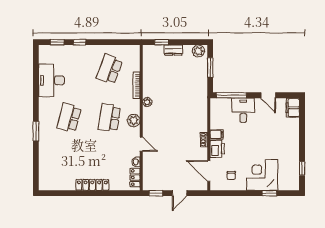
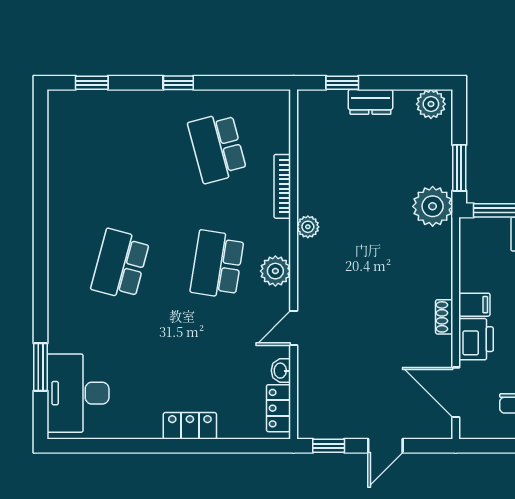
window: (80, 42) -> (178, 83), moved
window: (210, 67) -> (459, 168), moved
school desk: (109, 69) -> (217, 148), turned -36
desk: (52, 80) -> (78, 393), moved
plant: (199, 94) -> (433, 206), added
window: (36, 131) -> (40, 367), moved
door: (141, 144) -> (294, 328), swing flipped
locker: (92, 185) -> (190, 426), width x0.66

